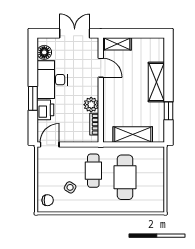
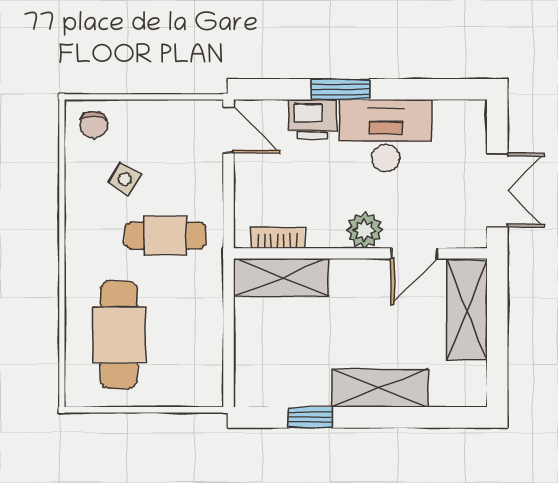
shelving: (117, 44) -> (467, 310), width x1.50, depth x1.33
floor lamp: (44, 52) -> (451, 117), removed
plant: (91, 105) -> (365, 230), moved
shelving: (133, 135) -> (281, 277), moved, turned 90
cafe table: (125, 177) -> (119, 335), moved, turned 90

